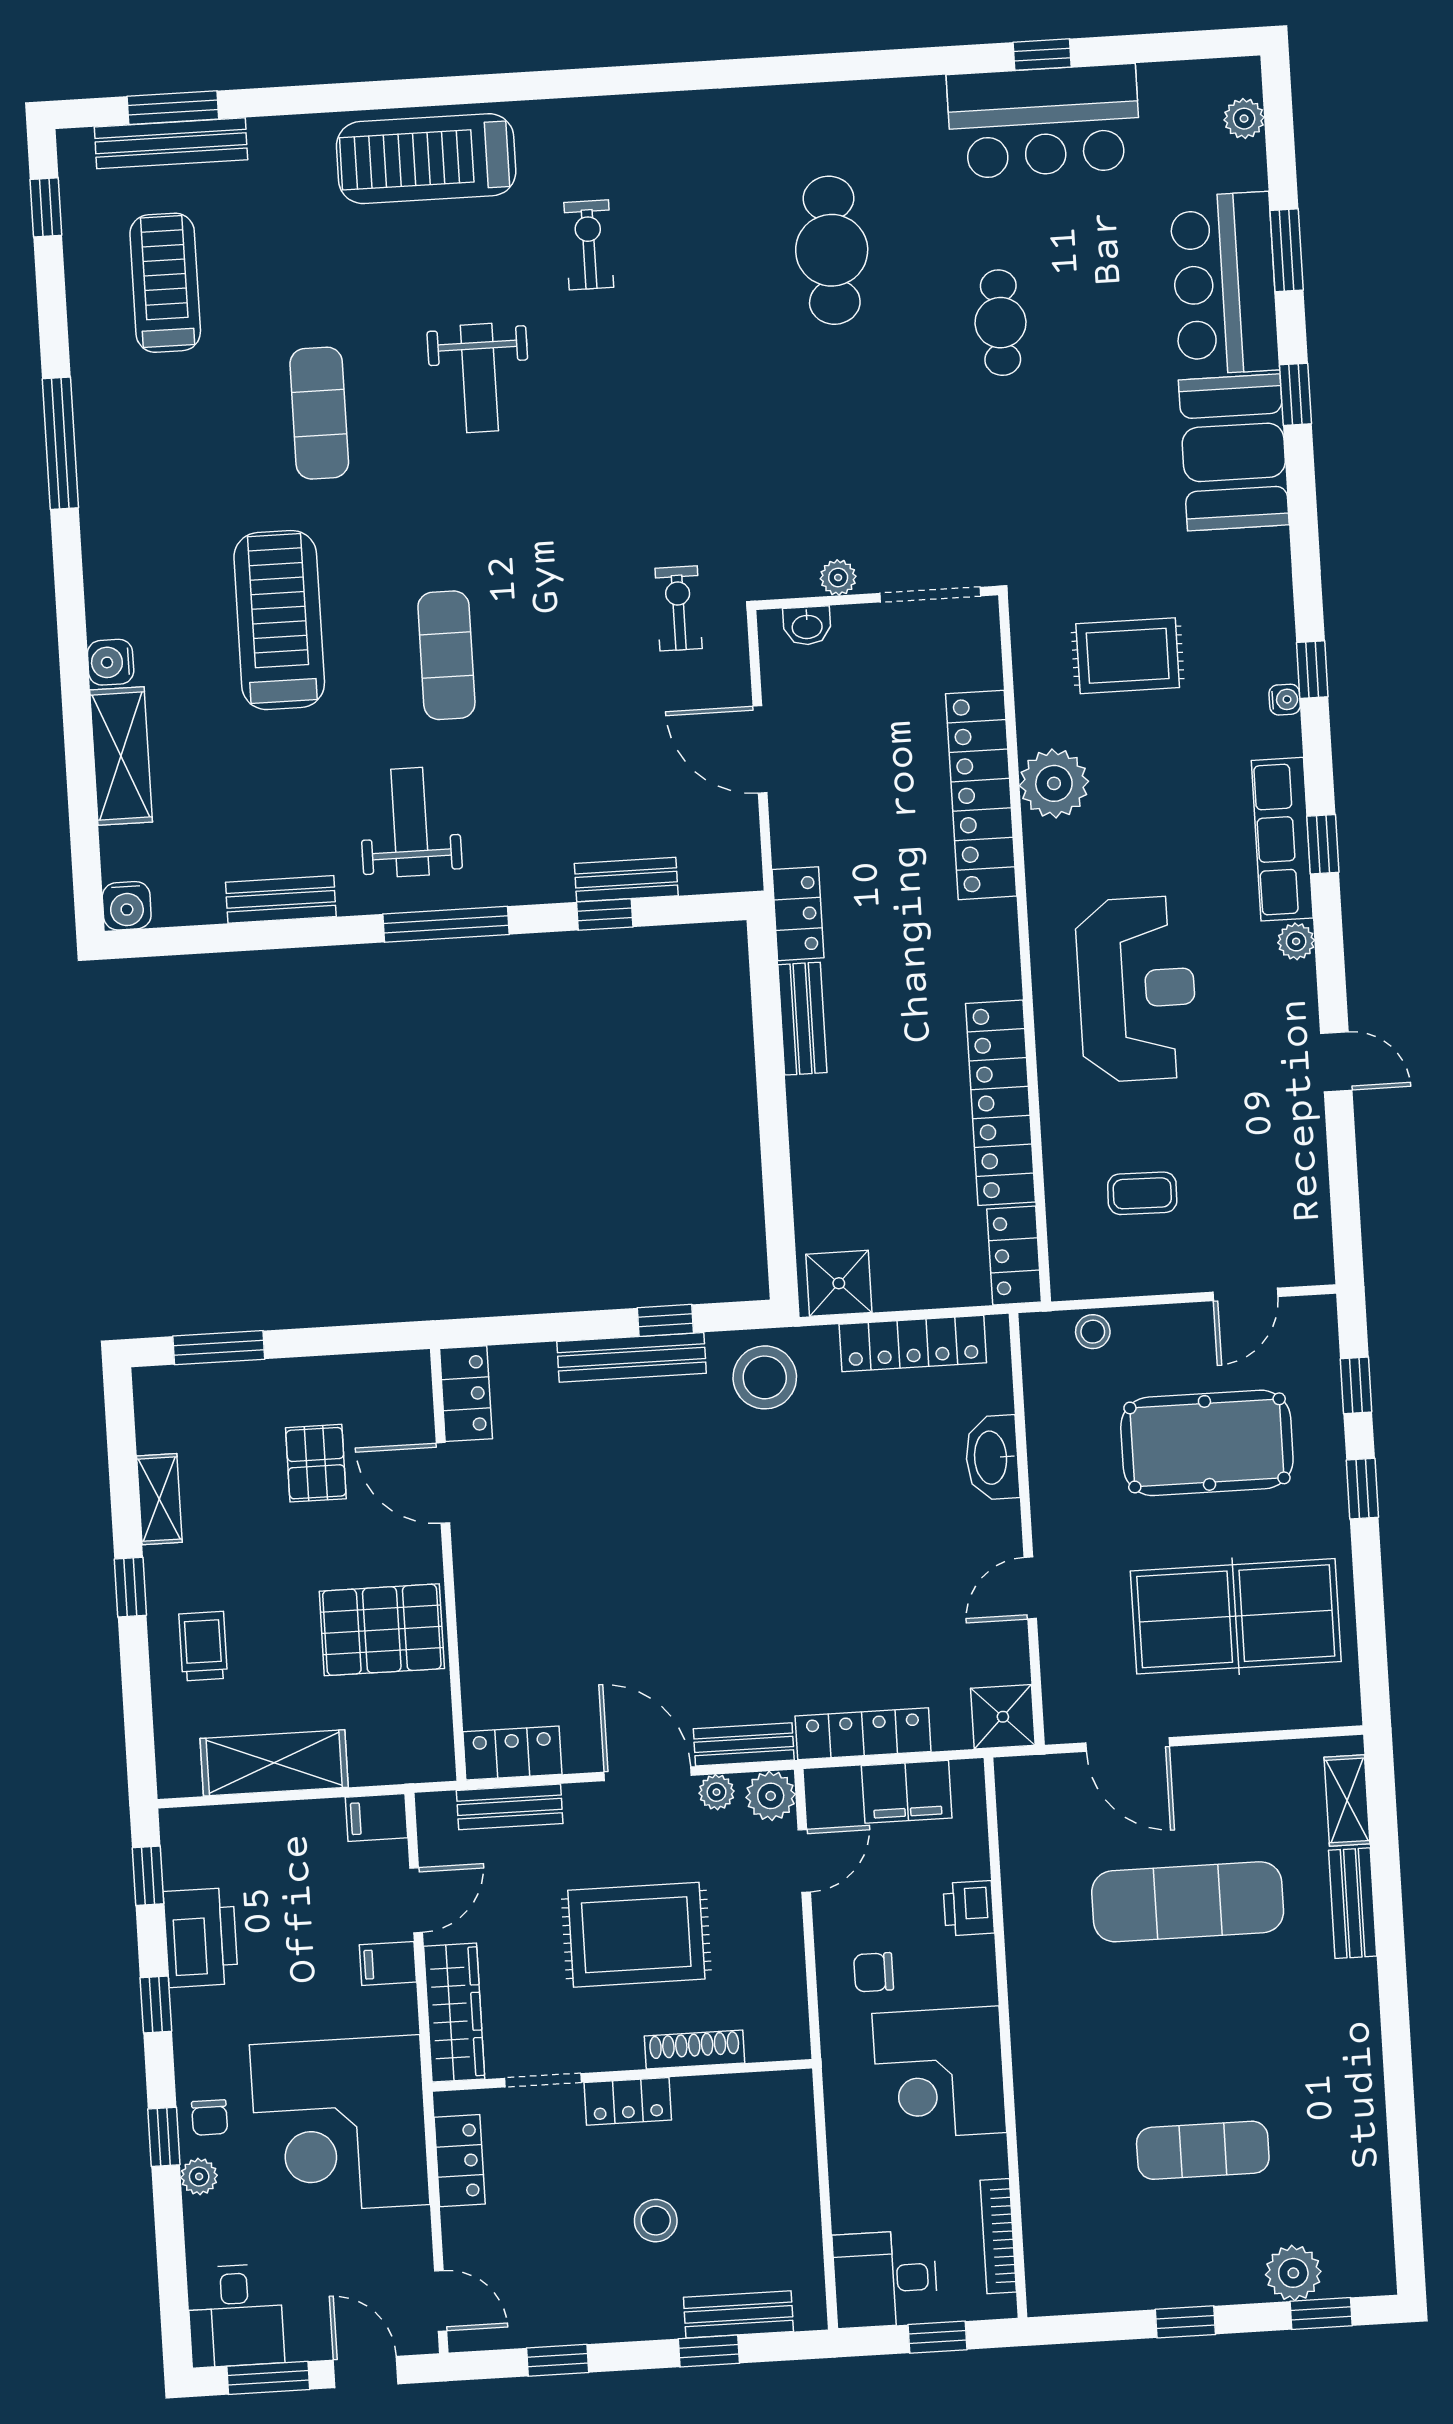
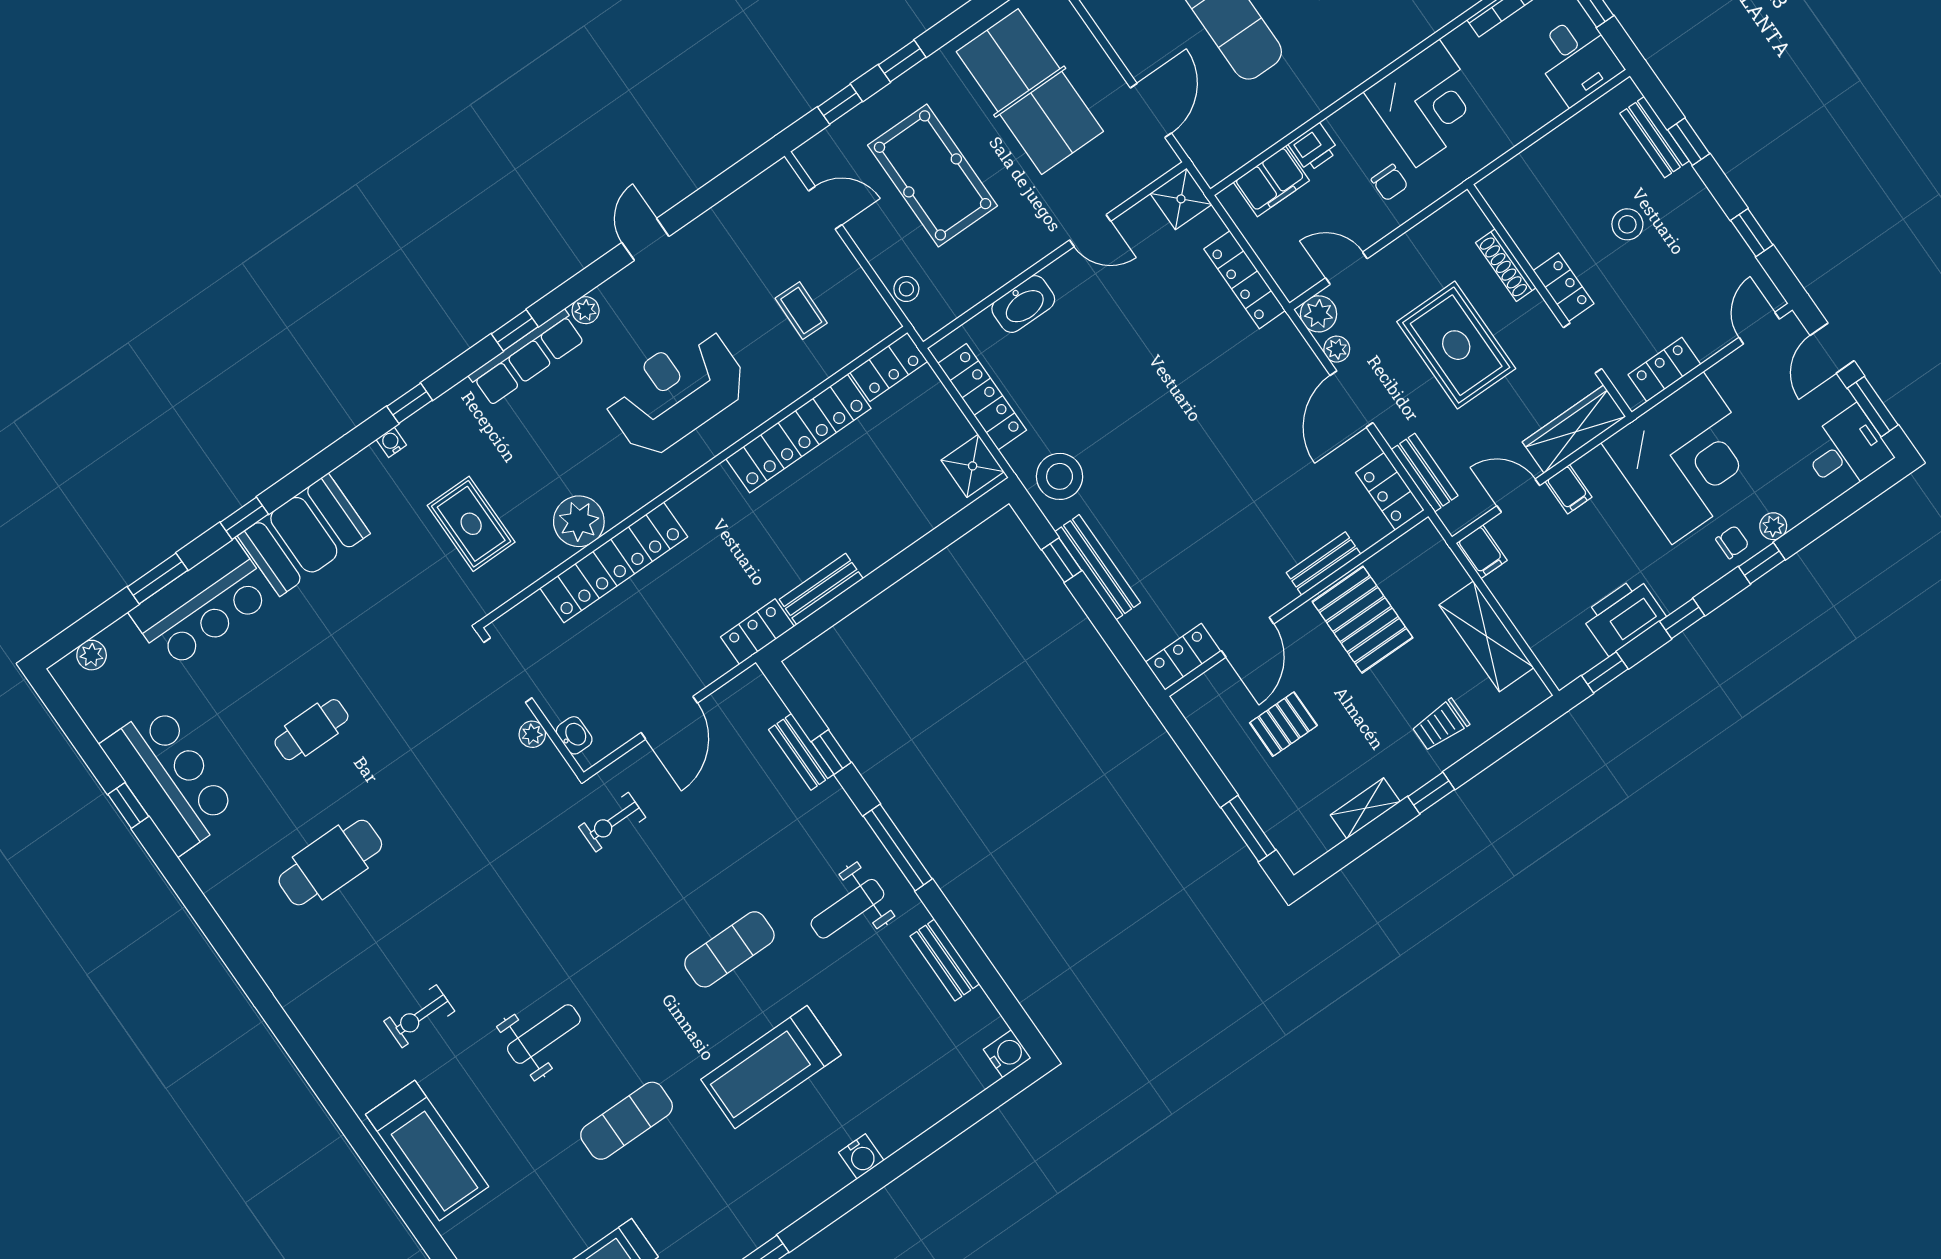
water cooler: (1285, 700) -> (391, 442), moved
shelving: (121, 756) -> (916, 1114), removed
bench: (744, 1744) -> (1324, 563), moved, turned 90
filing cabinet: (907, 1792) -> (1271, 181), moved, turned 90

